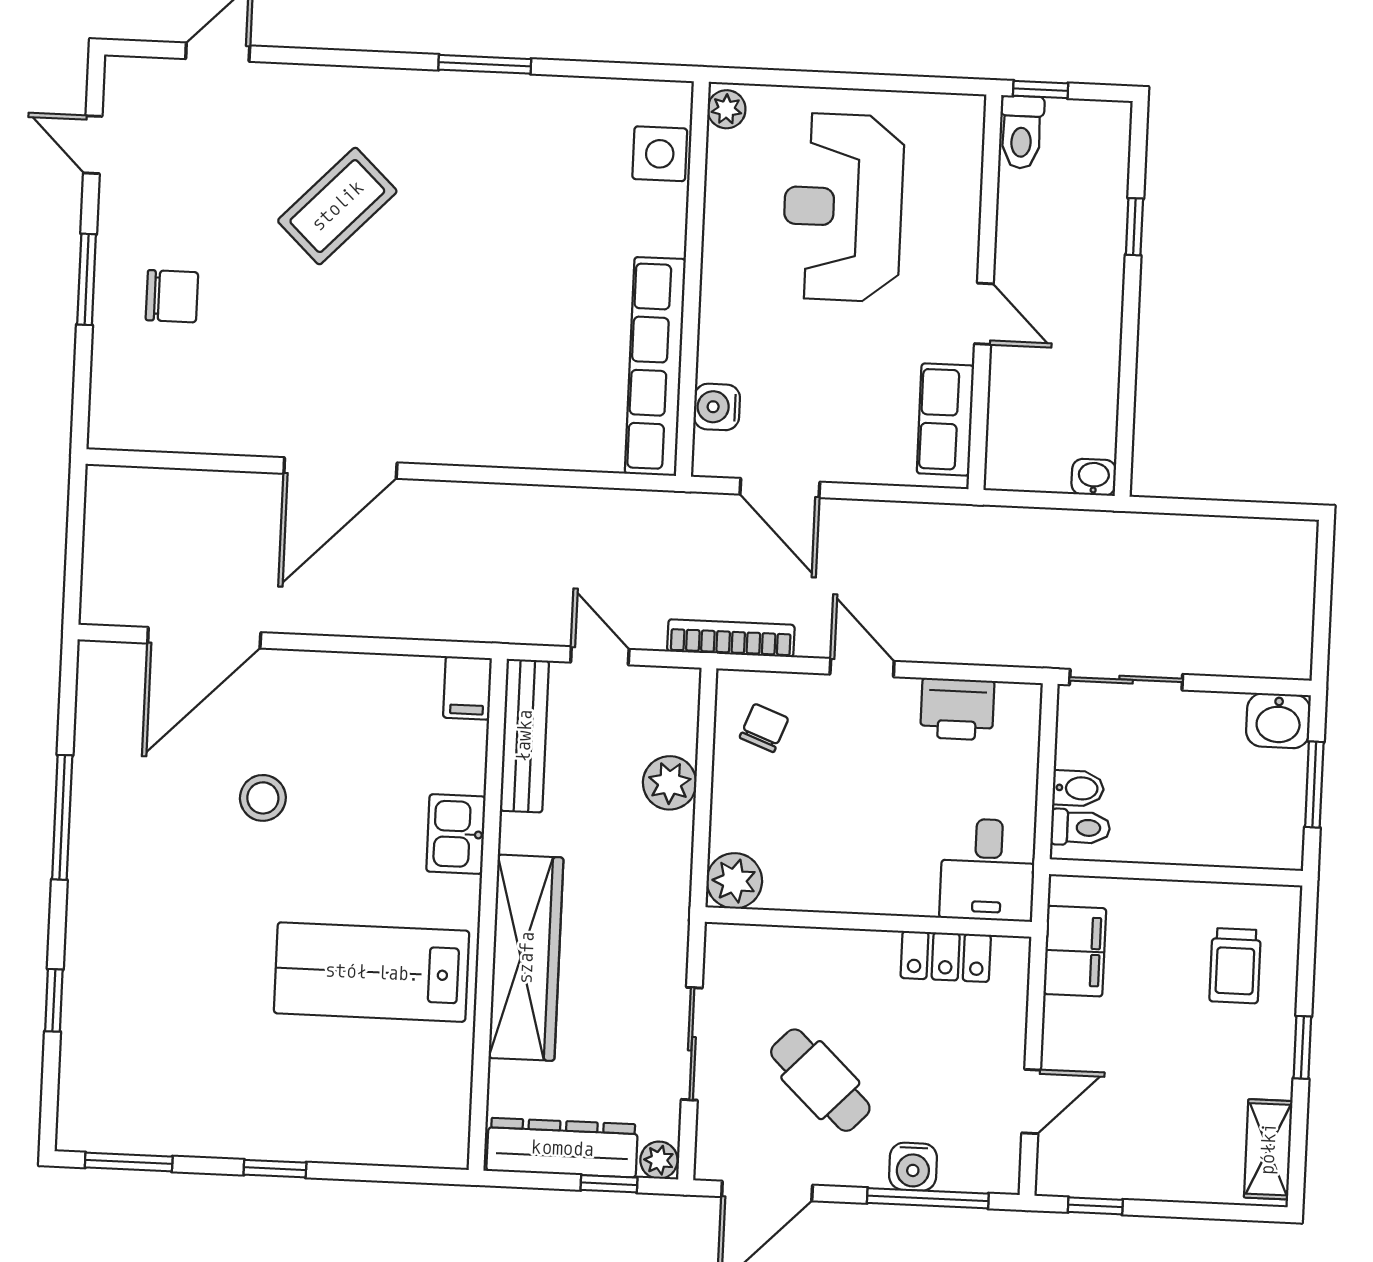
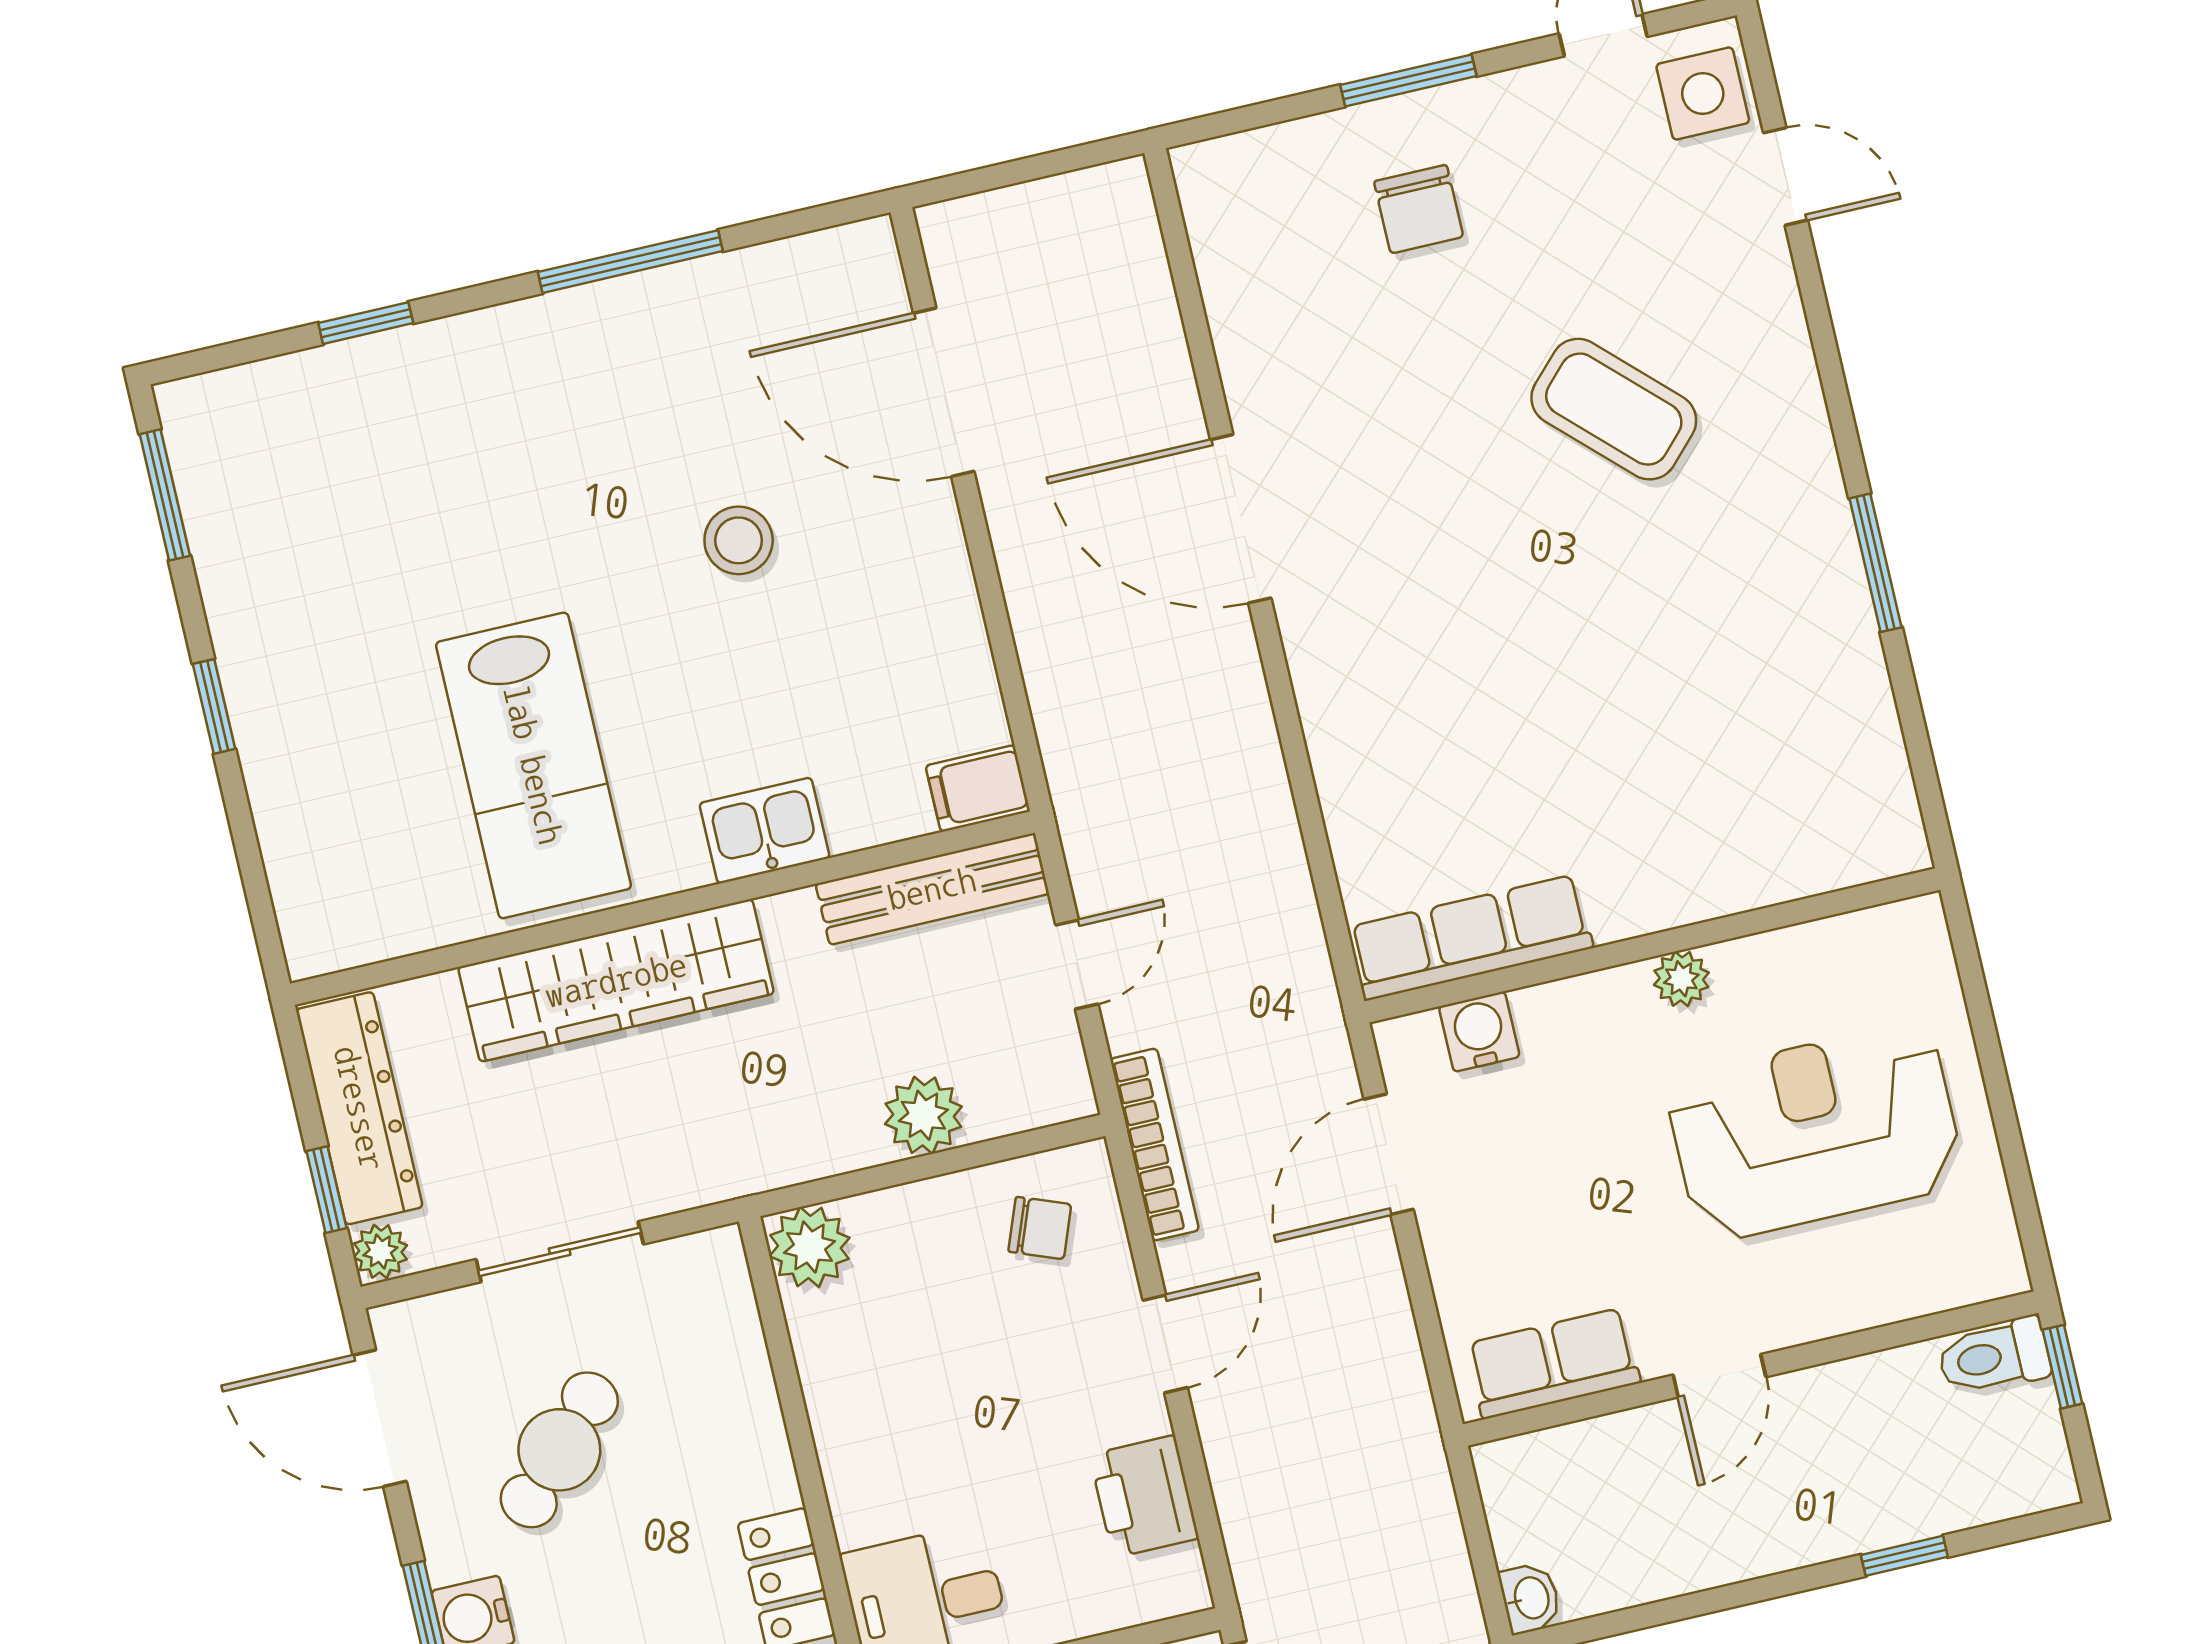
plant: (726, 109) -> (1681, 979), moved
side table: (660, 154) -> (1703, 94), moved
row of seats: (655, 366) -> (1470, 937), width x0.73
lab bench: (372, 972) -> (533, 765), turned 180

